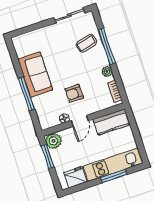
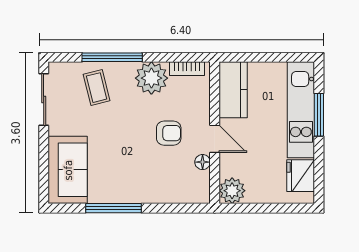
plant: (107, 71) -> (151, 78), width x1.87, depth x1.87
sofa: (35, 75) -> (68, 170), moved, turned 90
armchair: (74, 93) -> (169, 133), turned -90
window: (26, 94) -> (113, 208), moved
window: (48, 157) -> (254, 208), removed

